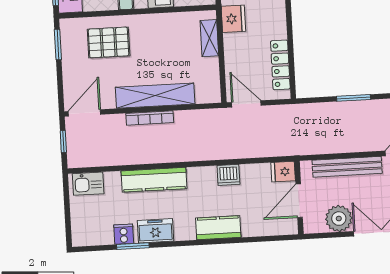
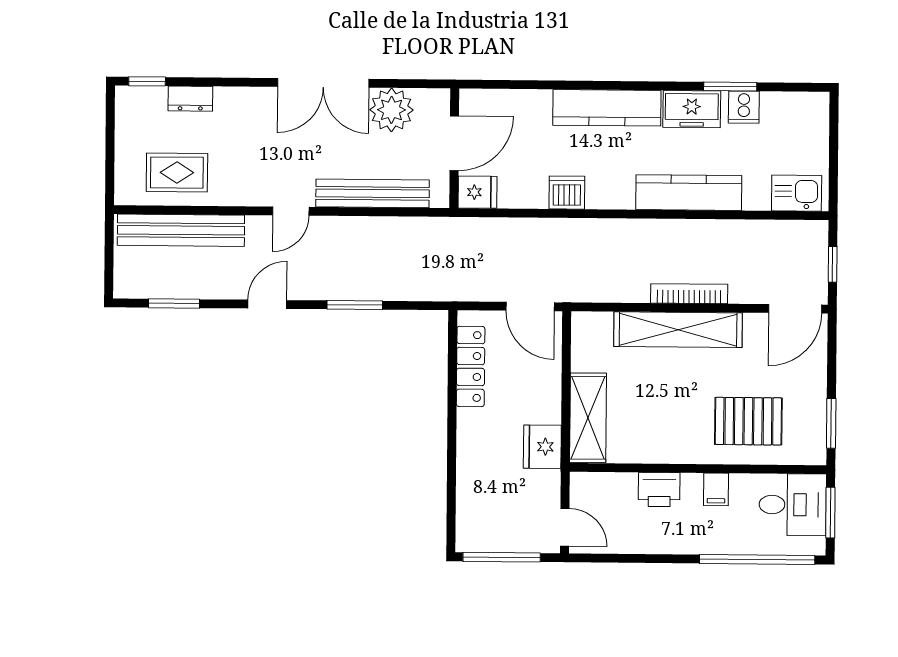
shelving: (209, 38) -> (588, 418), width x1.50, depth x1.33
kitchen counter: (218, 228) -> (607, 108), width x1.50

